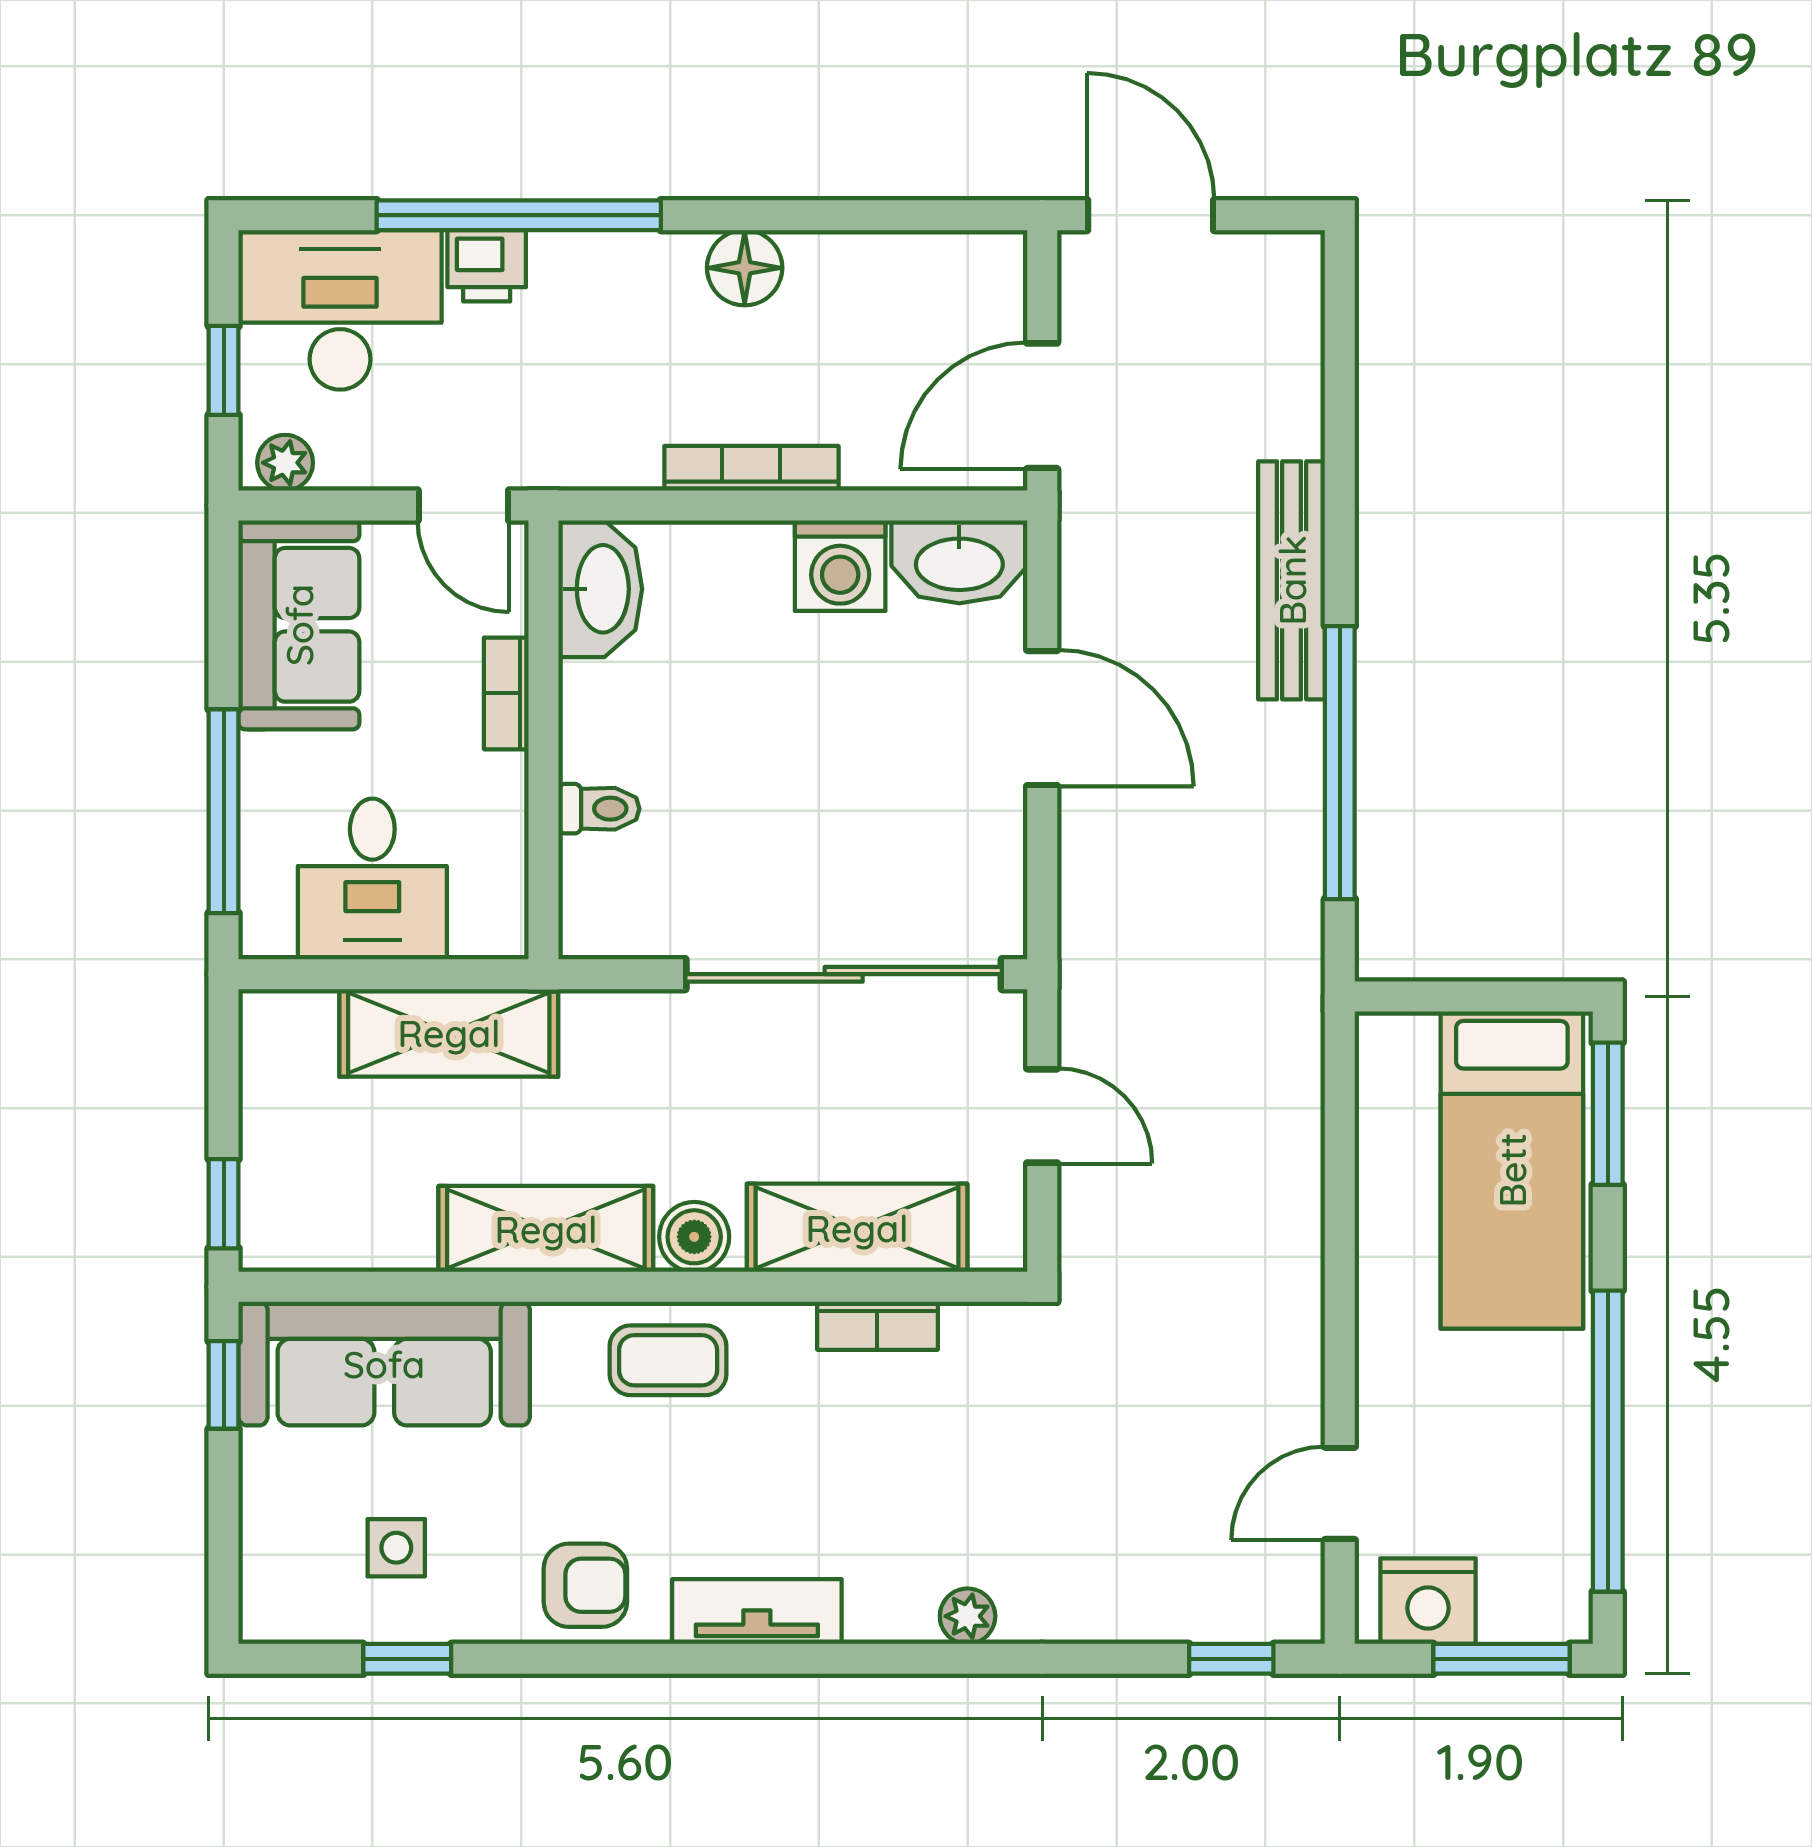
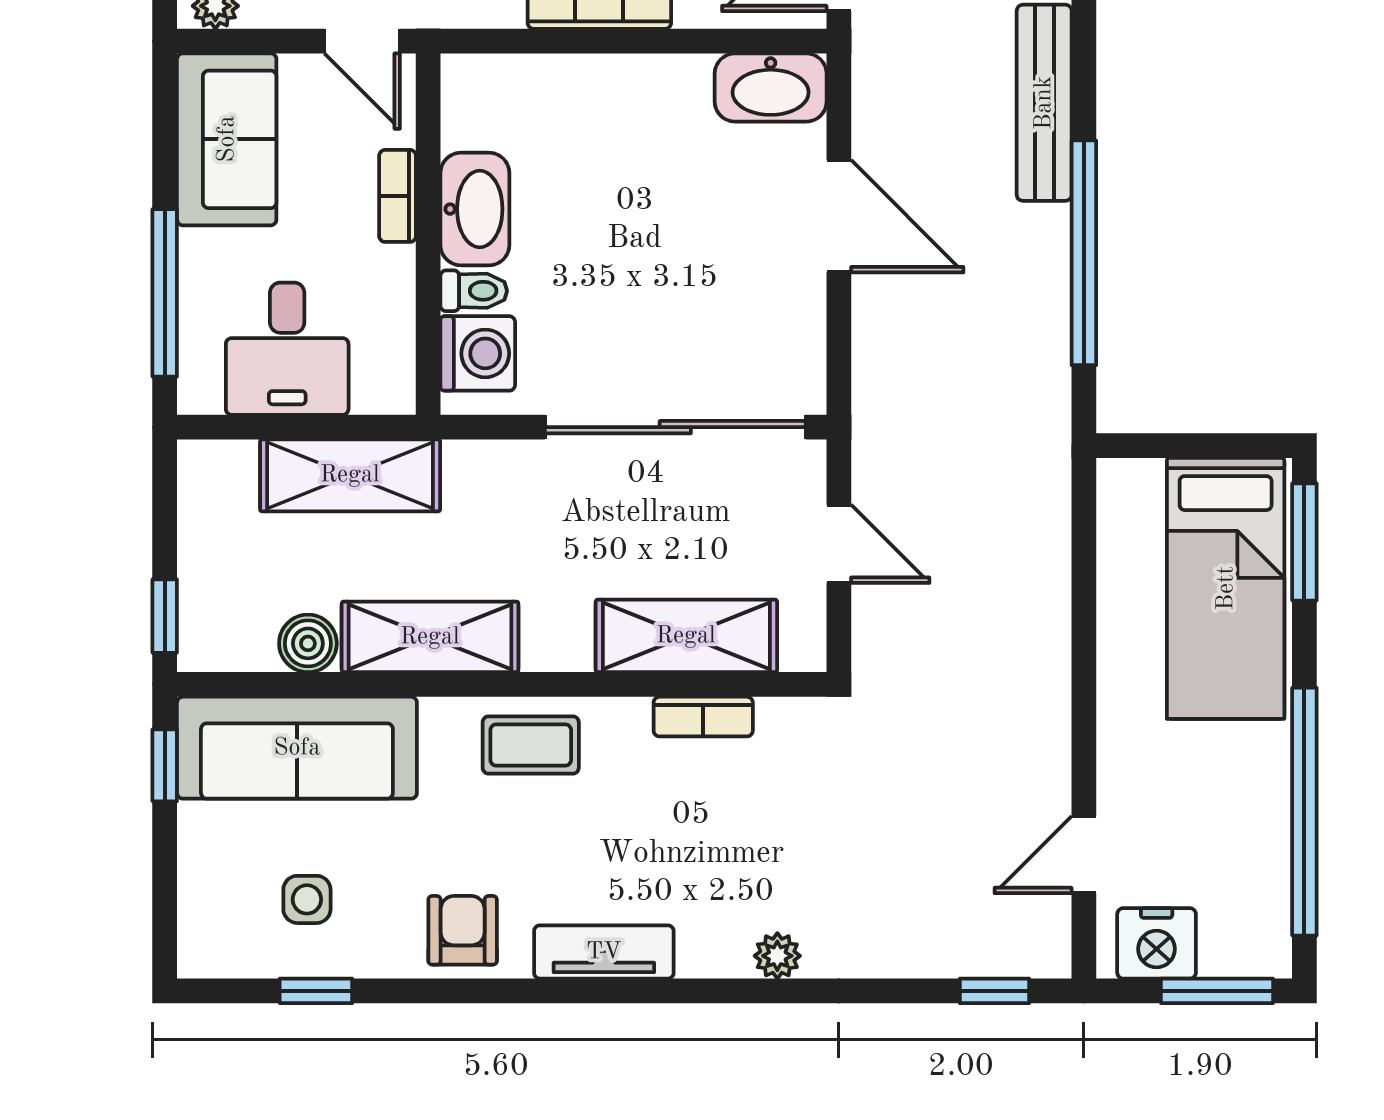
washing machine: (840, 566) -> (478, 353), moved, turned -90
washbasin: (600, 589) -> (475, 209), moved
boiler: (694, 1237) -> (308, 643), moved
armchair: (585, 1585) -> (463, 930), turned -90

